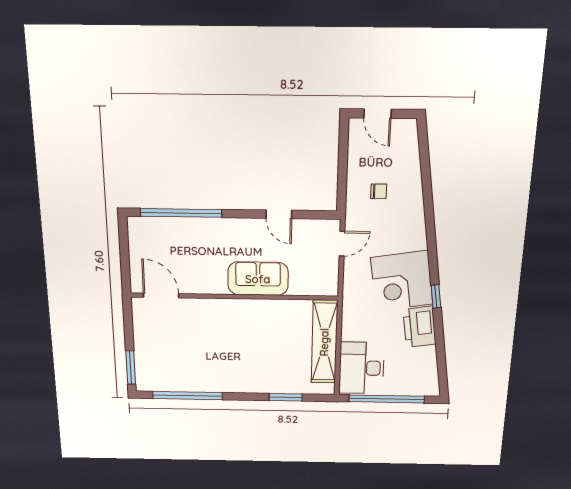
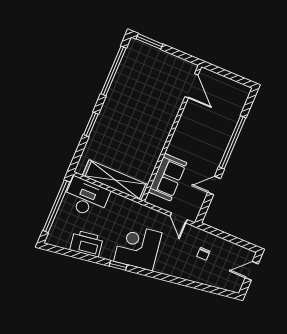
window: (181, 213) -> (232, 142), moved
sofa: (258, 279) -> (168, 177), moved
door: (161, 295) -> (191, 86), hinge flipped
printer: (419, 327) -> (87, 243), moved
window: (286, 397) -> (91, 124), moved

